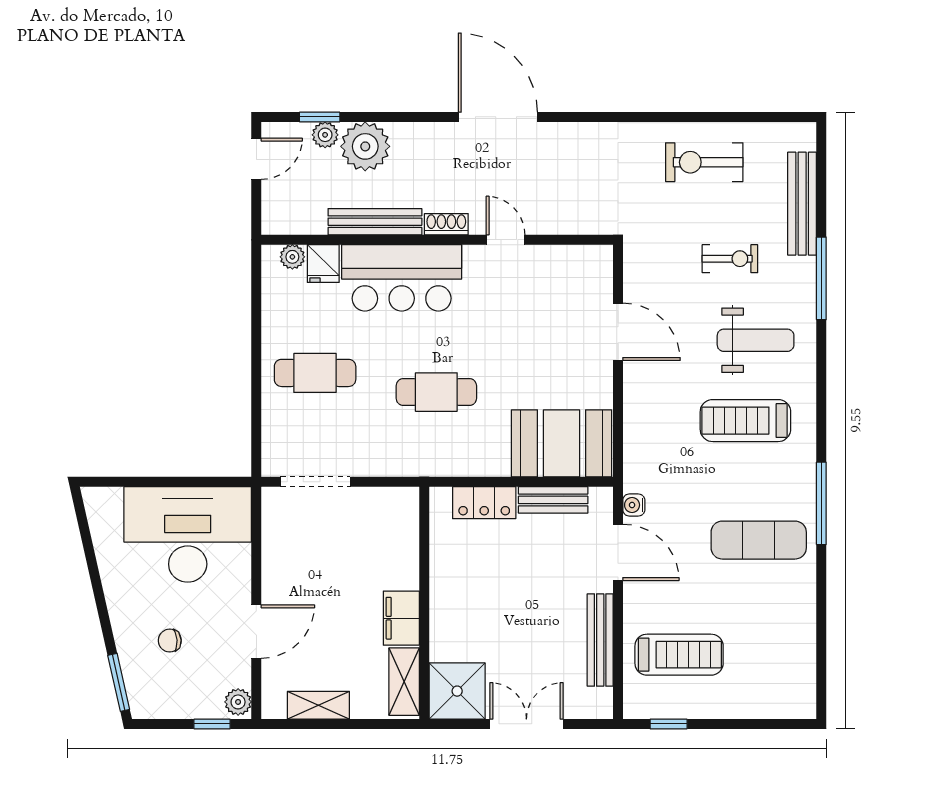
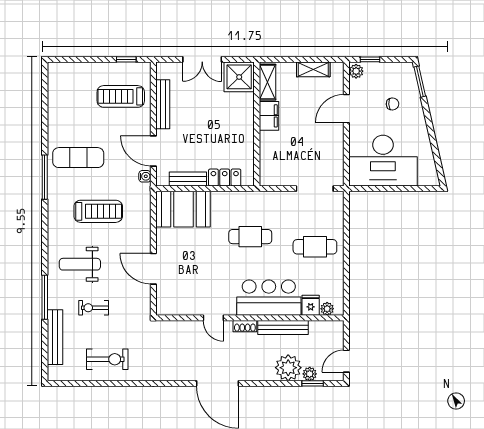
treadmill: (745, 421) -> (98, 211), moved

